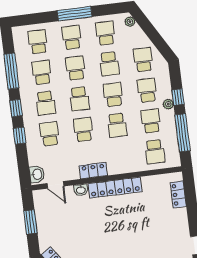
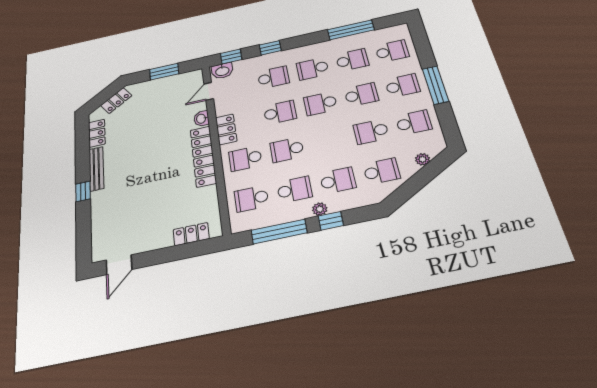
plant: (130, 22) -> (423, 159), moved
school desk: (113, 95) -> (245, 159), moved, turned 180
window: (16, 108) -> (231, 57), moved

